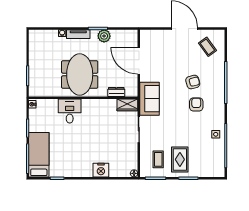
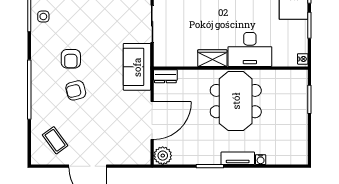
plant: (104, 36) -> (163, 156), moved
door: (139, 61) -> (152, 121), hinge flipped
dresser: (116, 92) -> (165, 76), moved
wardrobe: (127, 105) -> (212, 58), moved
desk: (70, 111) -> (250, 49), width x1.37

